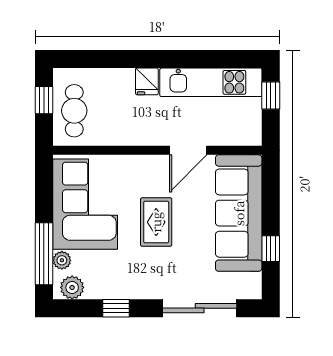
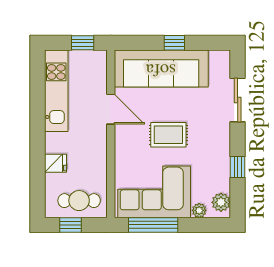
fridge: (147, 81) -> (55, 163), moved
window: (271, 95) -> (83, 43), moved
window: (271, 249) -> (174, 43), moved
window: (44, 254) -> (153, 225), moved
sliding door: (200, 308) -> (238, 100), width x0.73

